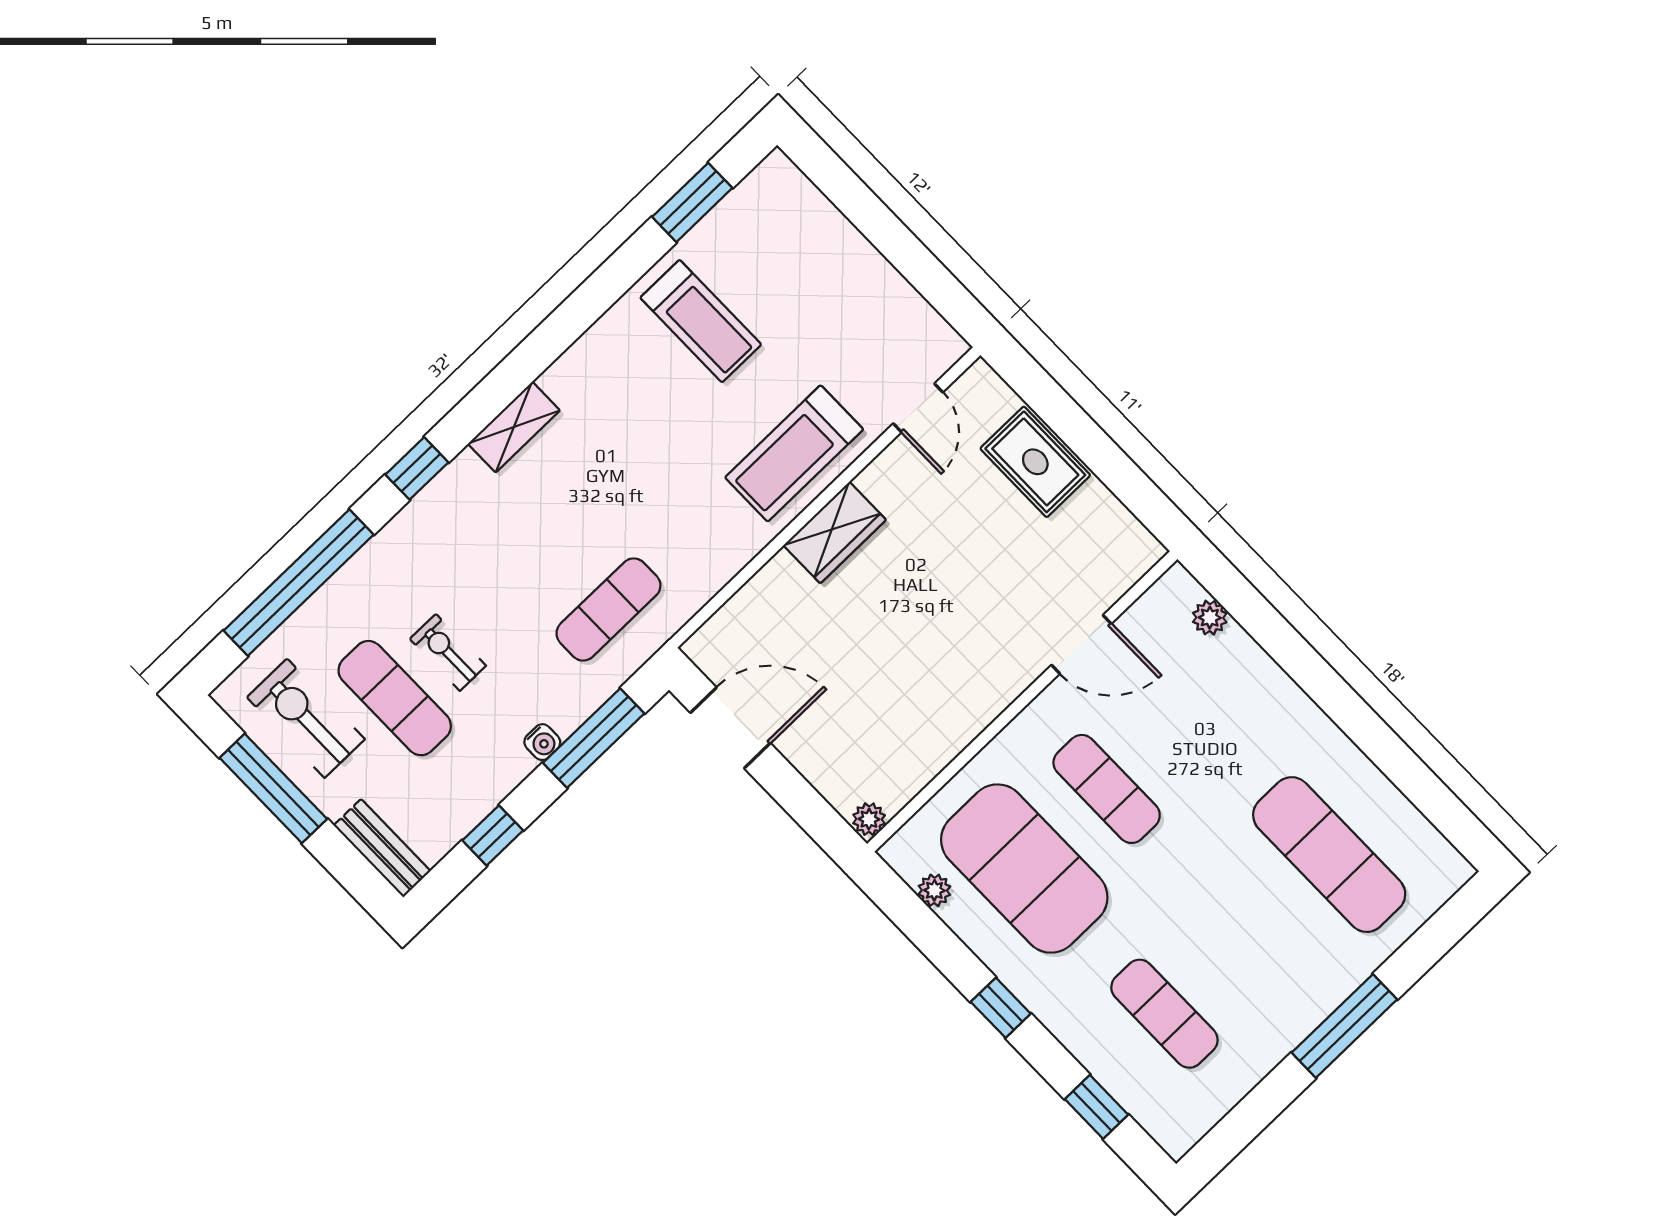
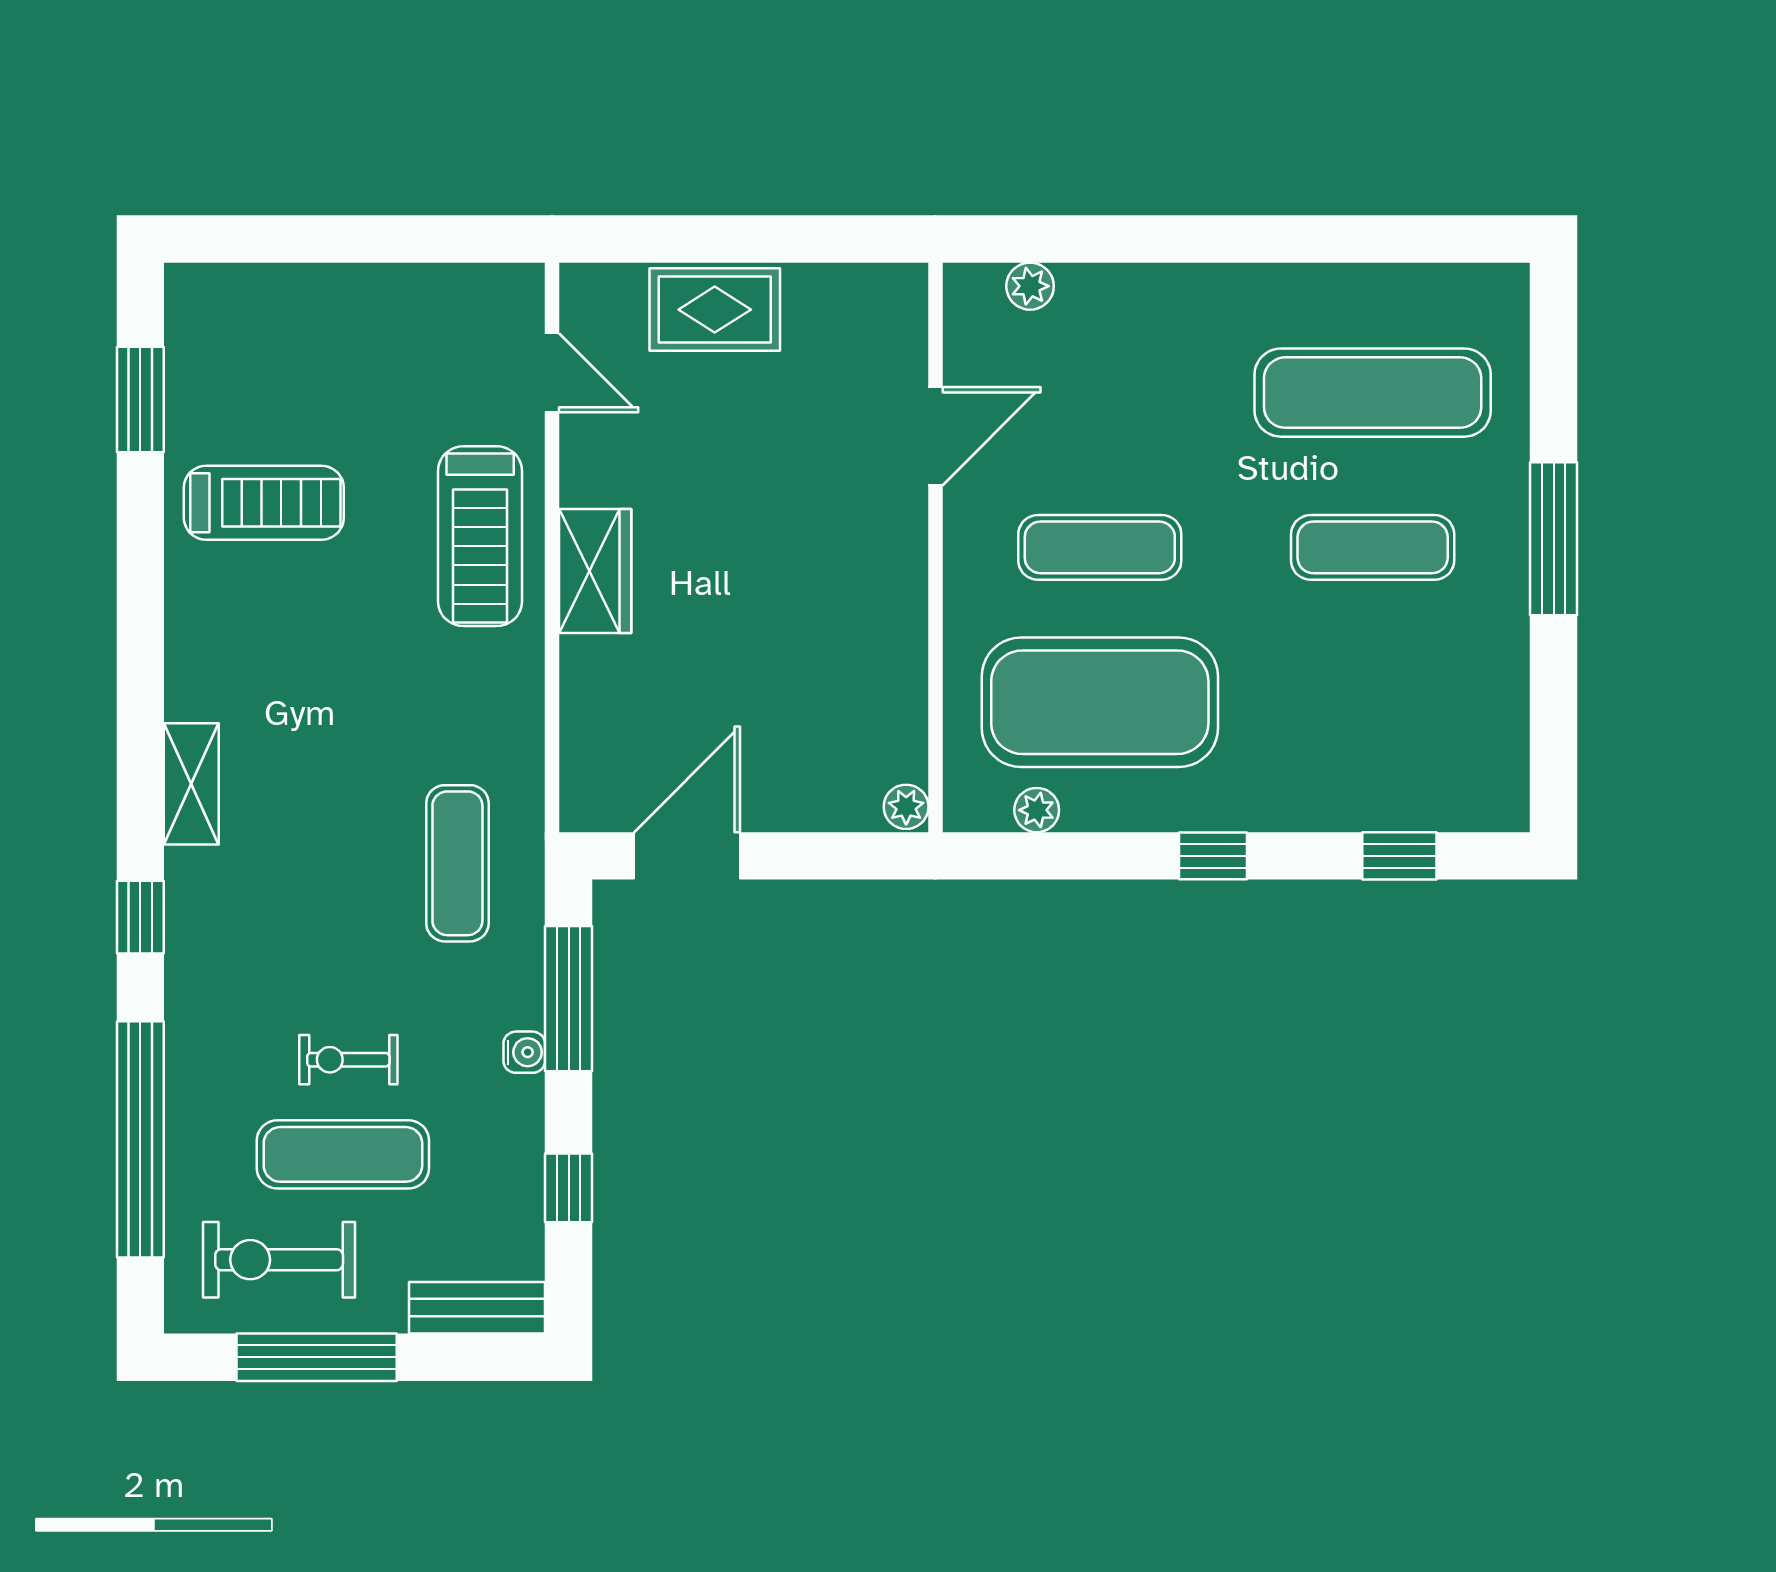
exercise mat: (1164, 1014) -> (1373, 547), moved

